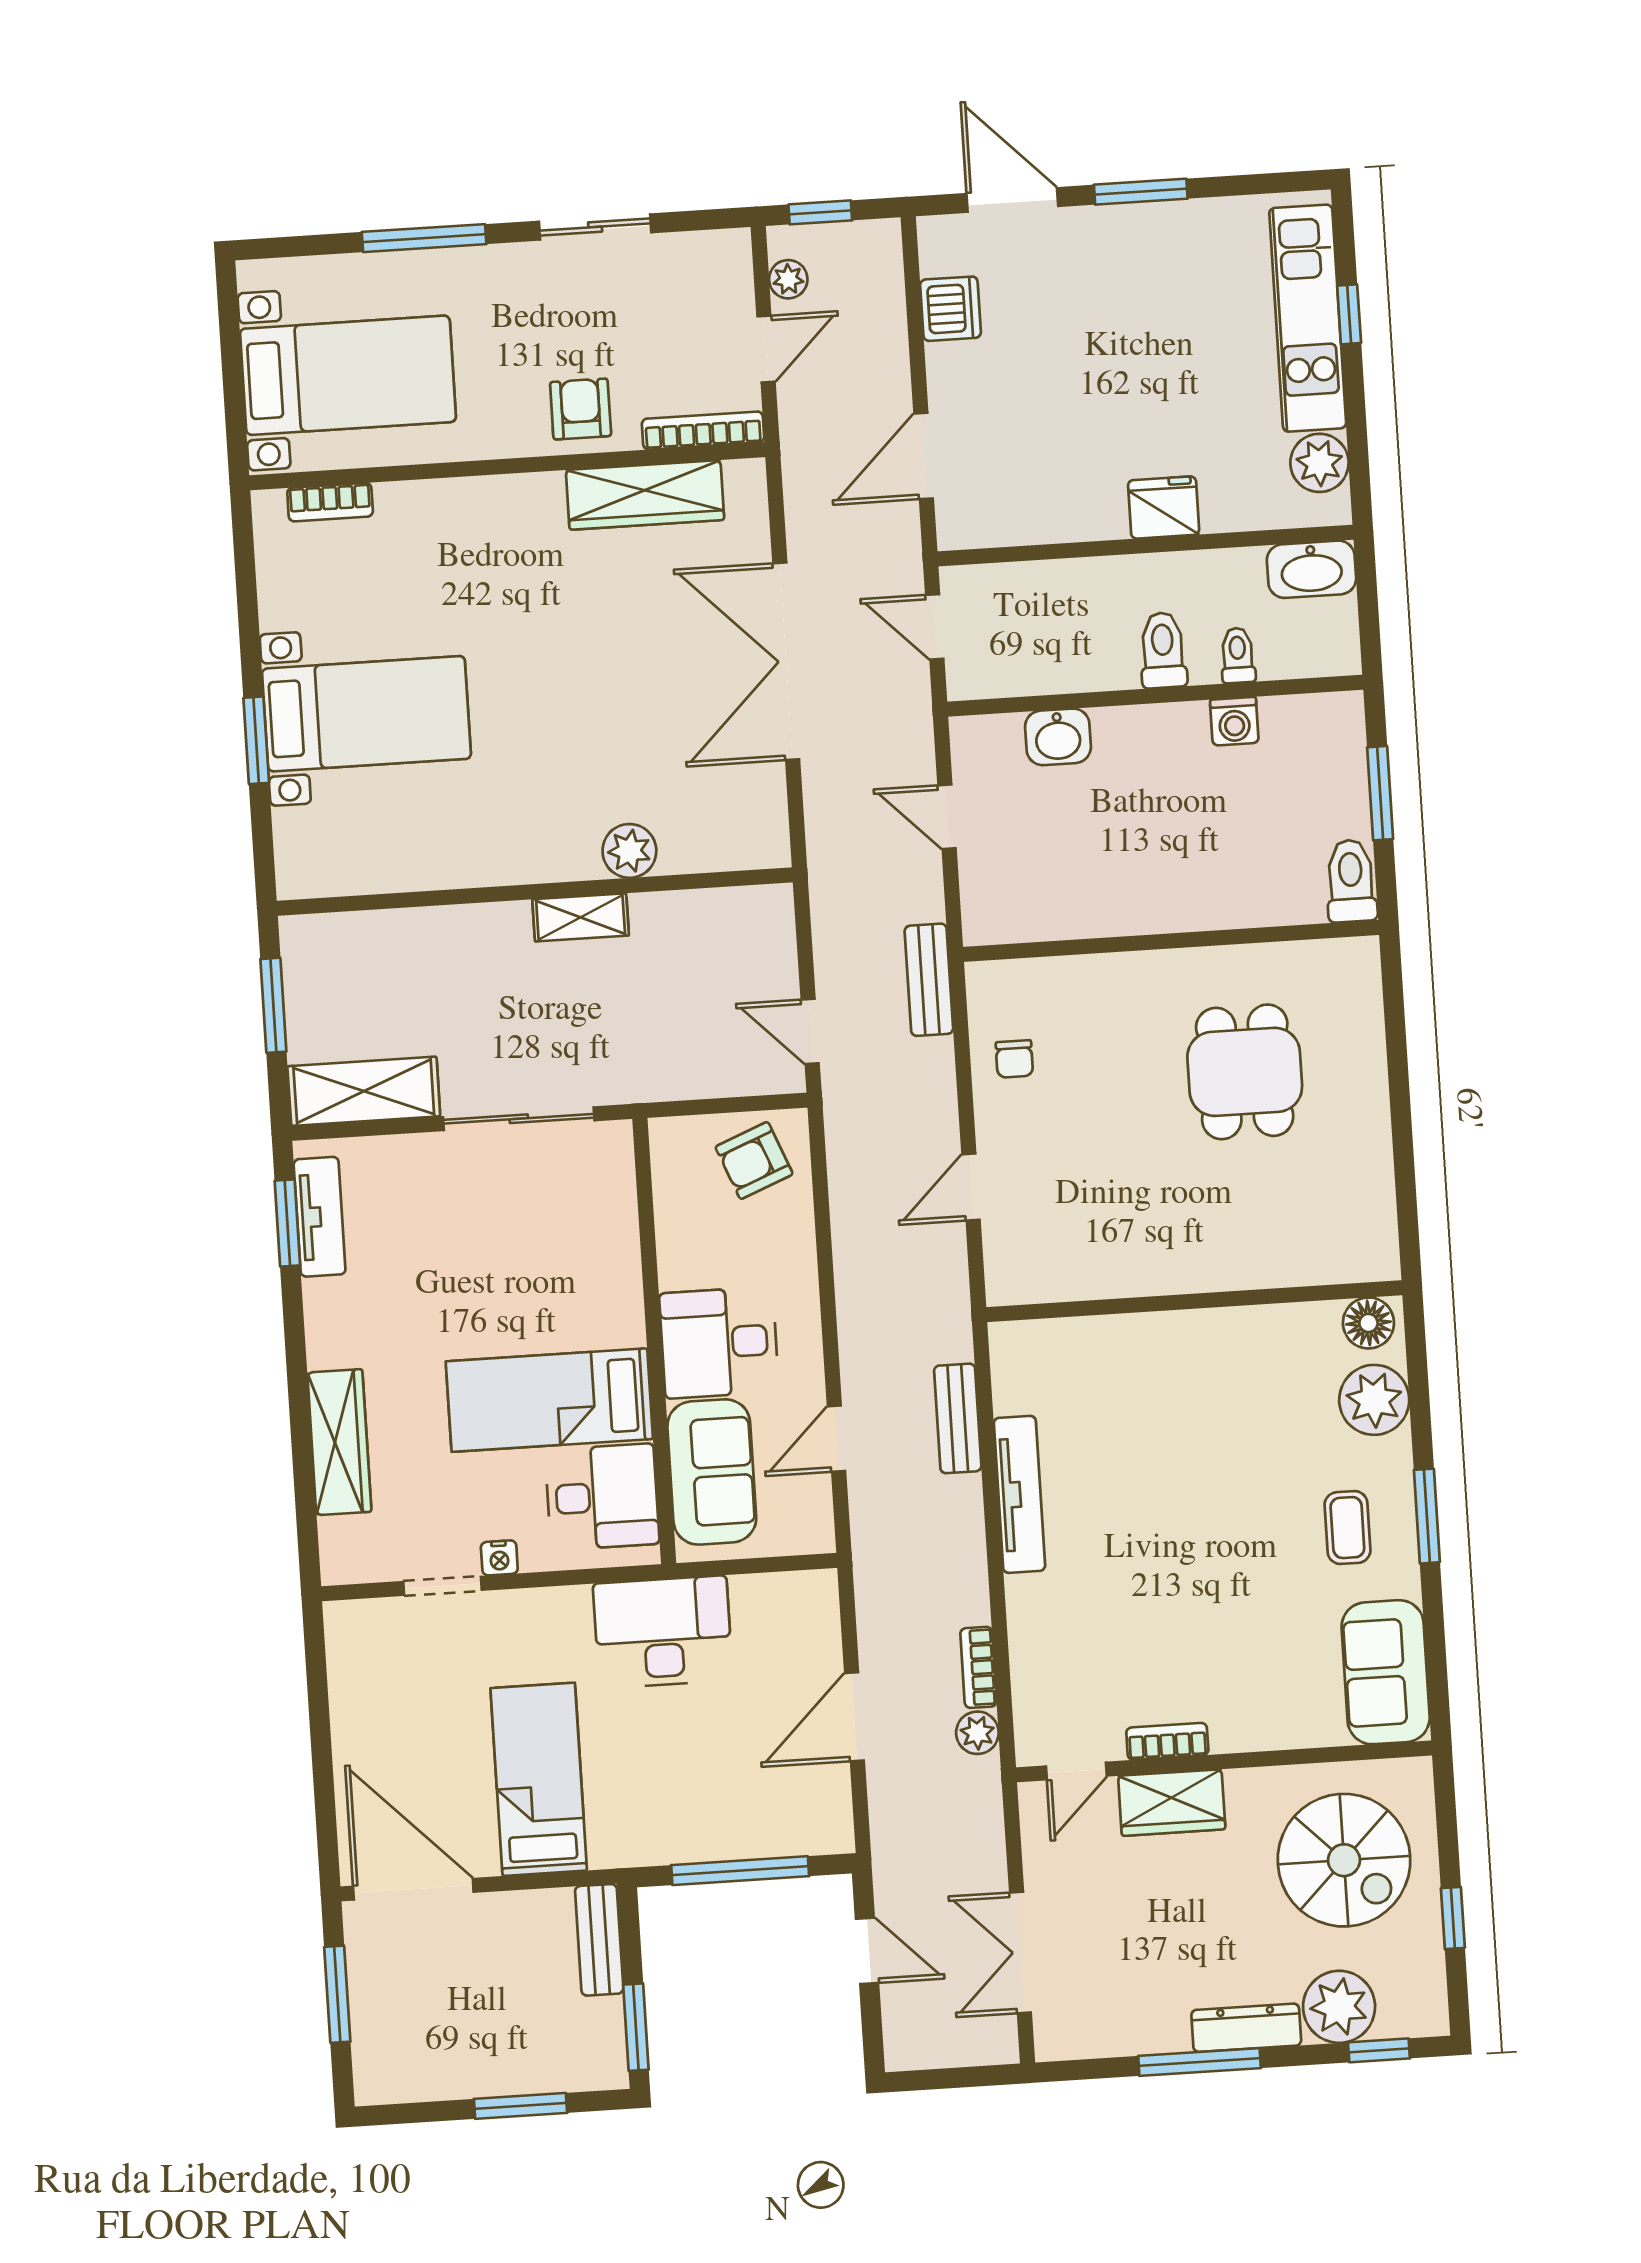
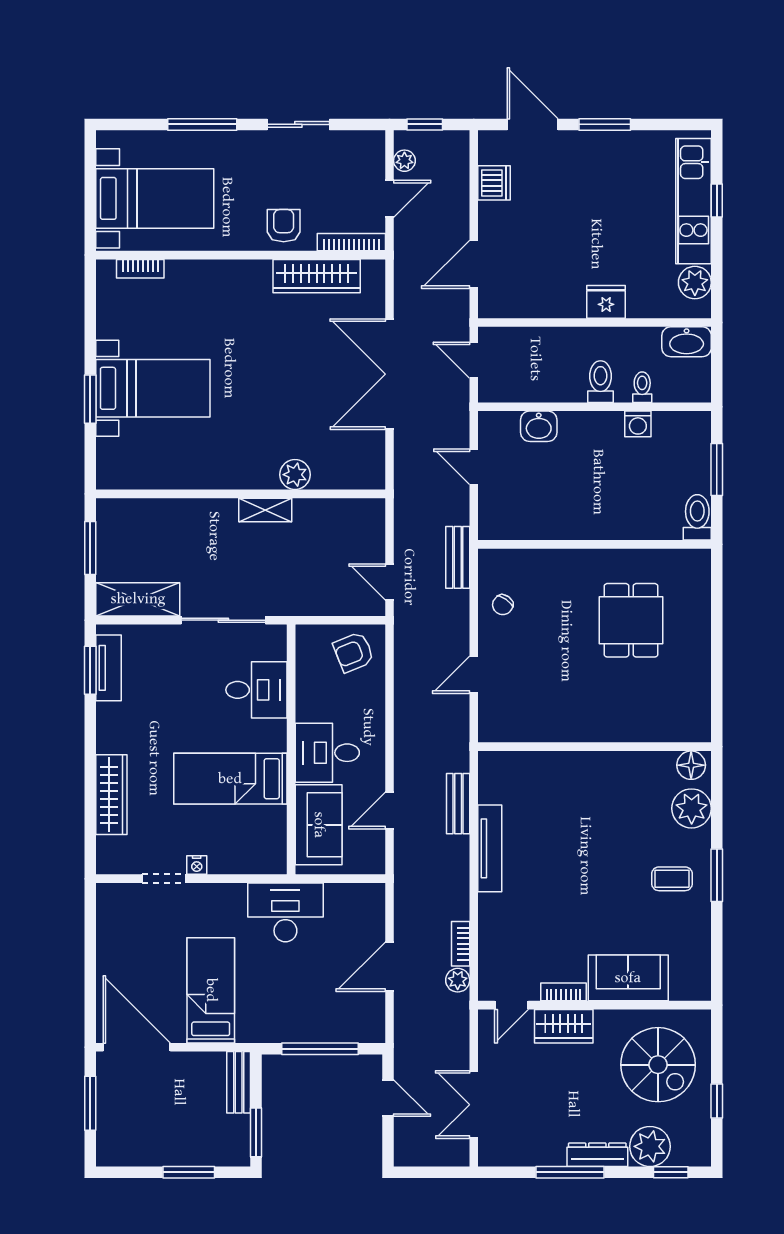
chair: (1014, 1059) -> (503, 605), turned 35
desk: (602, 1497) -> (256, 690), moved
coffee table: (1347, 1528) -> (672, 879), turned 90
sofa: (1386, 1672) -> (628, 978), moved, turned 90

